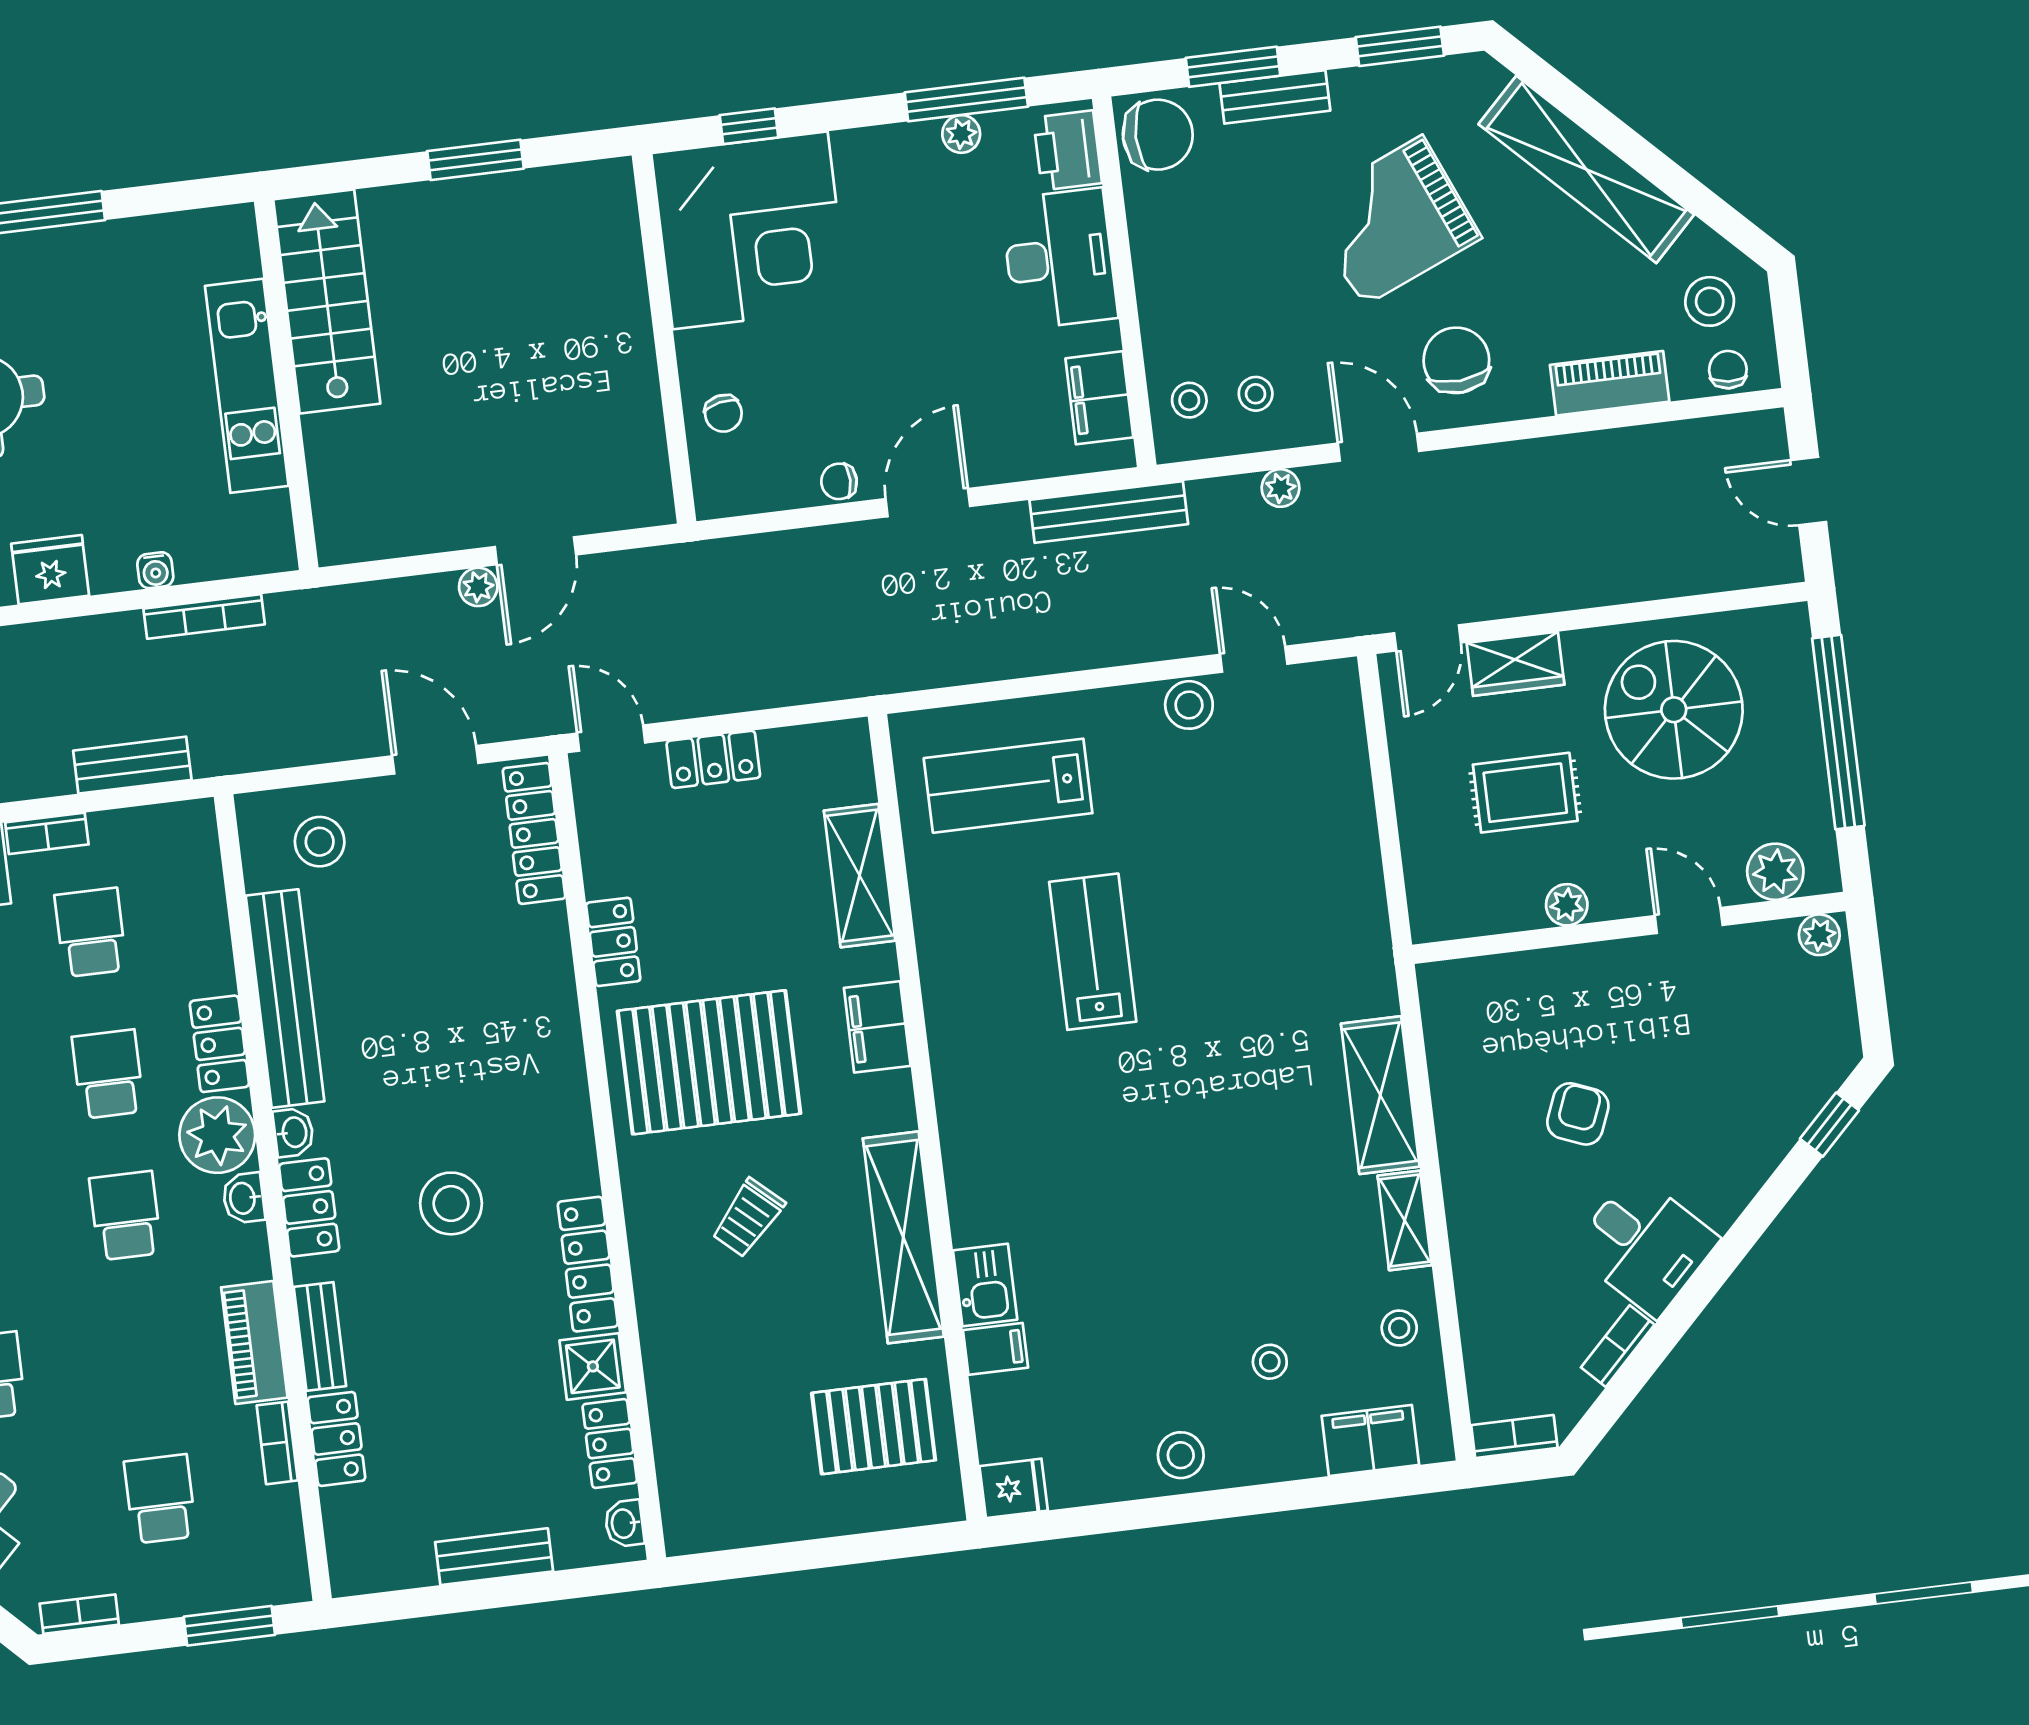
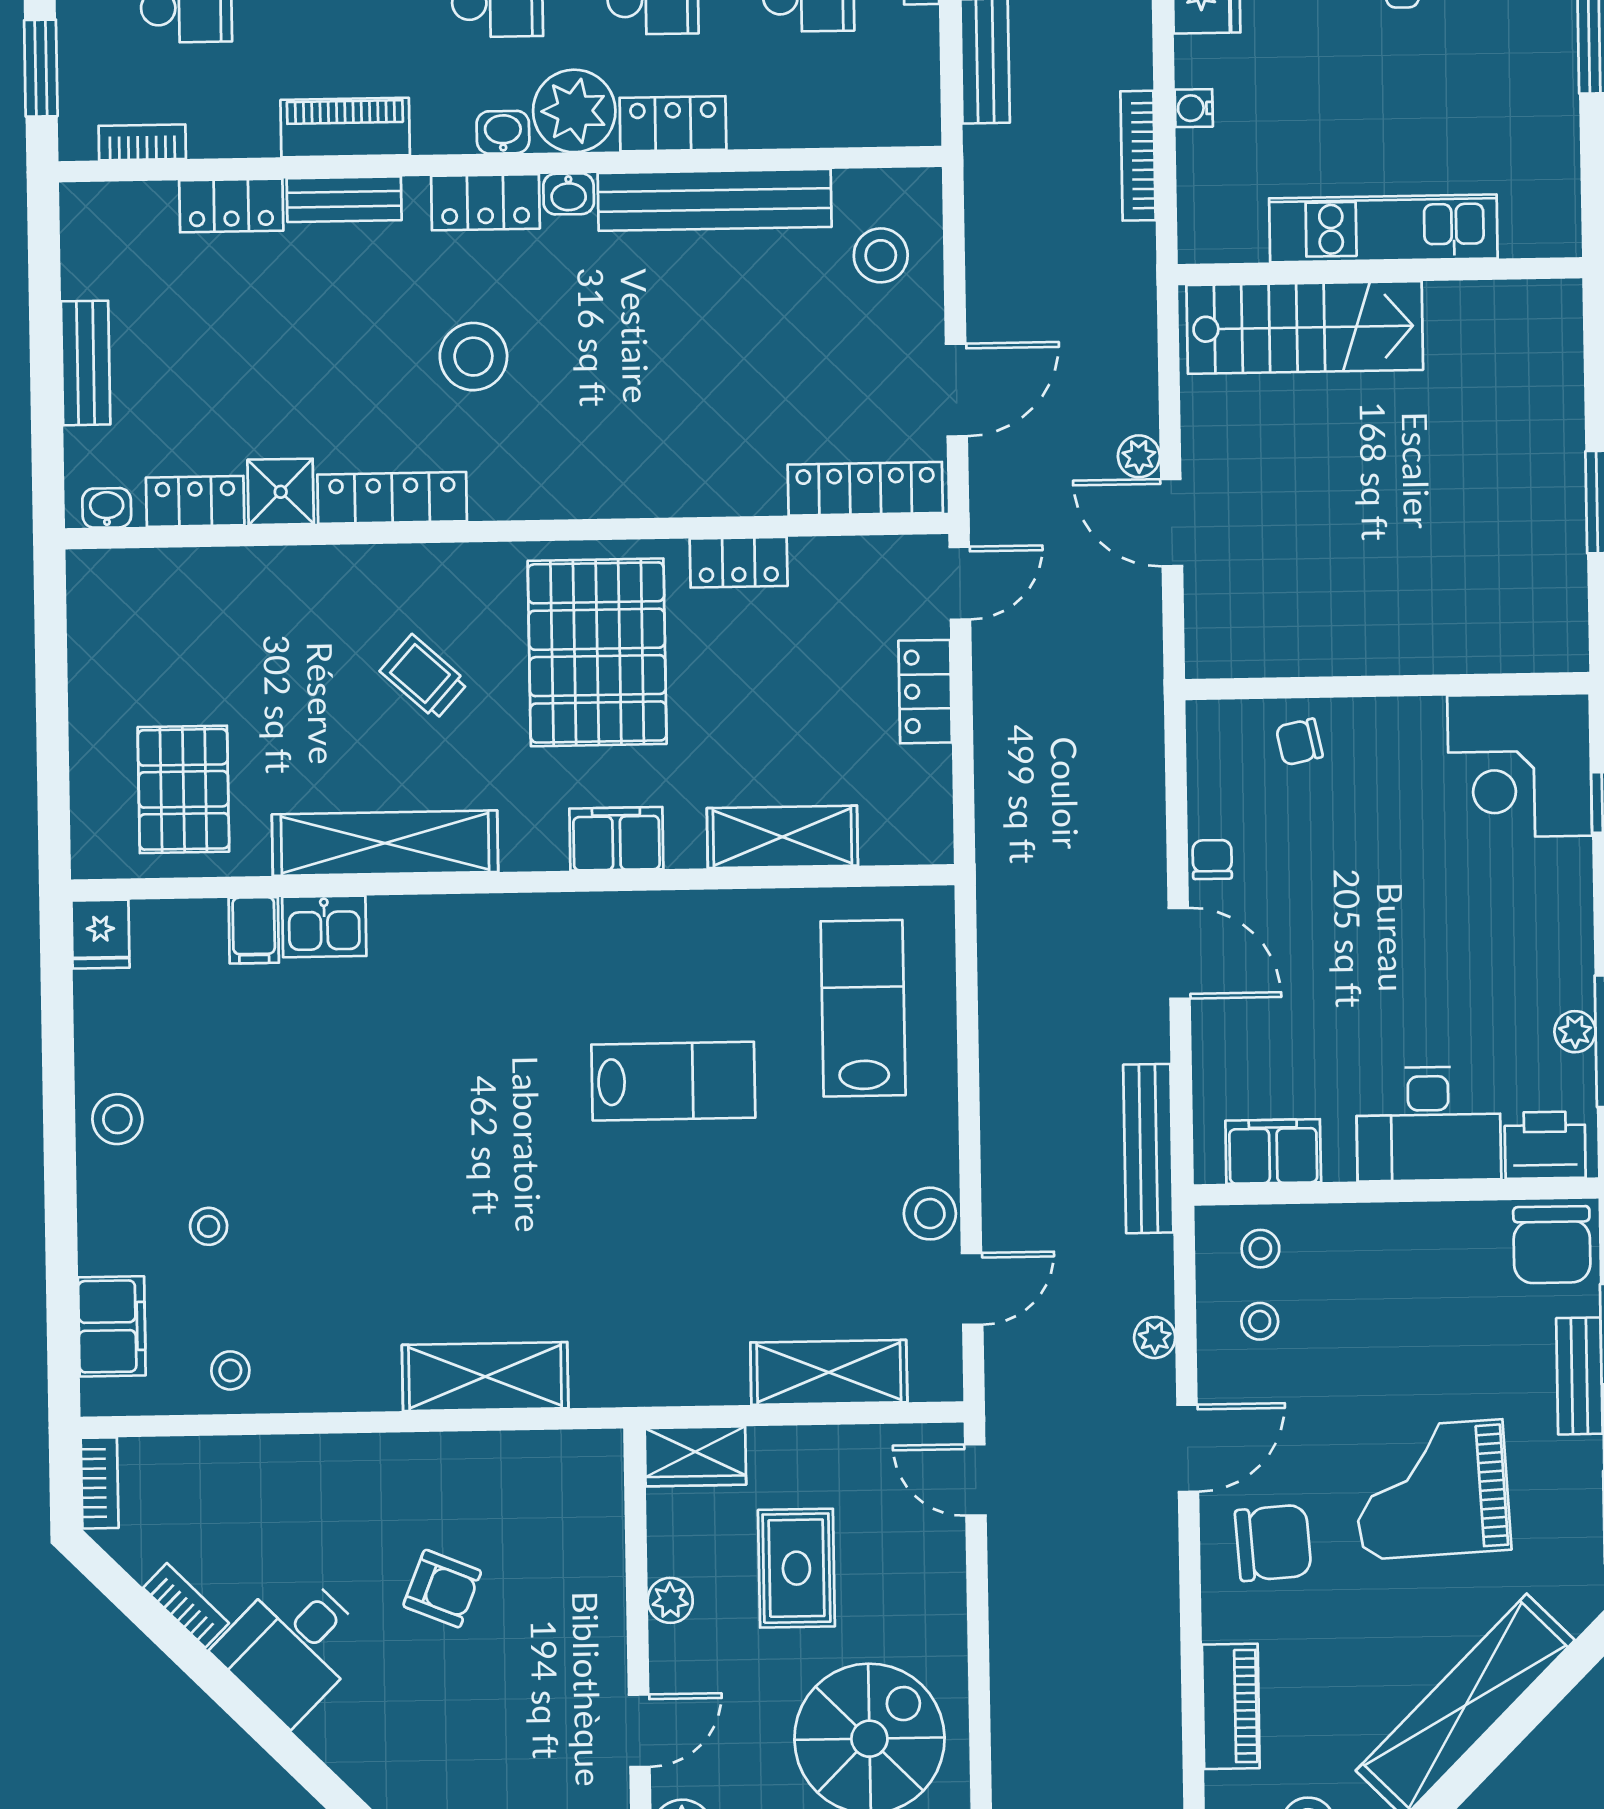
grand piano: (1393, 221) -> (1432, 1490), turned -70
corner desk: (750, 230) -> (1520, 766), width x0.74, depth x0.74
stairs: (327, 302) -> (1305, 327), moved
wardrobe: (1516, 664) -> (695, 1456), moved, turned -90
shelving: (1405, 1220) -> (829, 1372), moved, width x1.50, depth x1.33
bookcase: (277, 1443) -> (142, 142), moved

